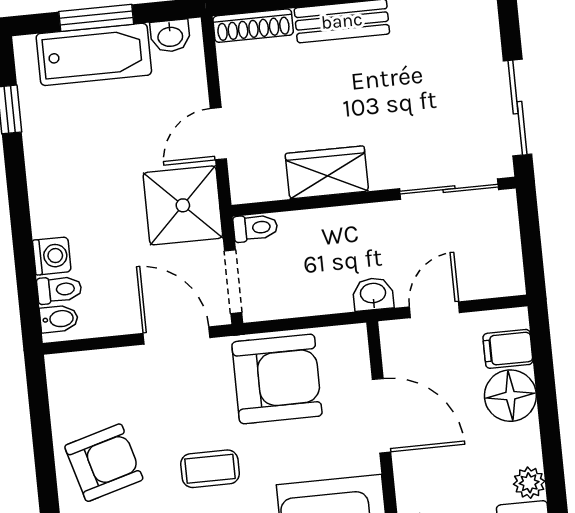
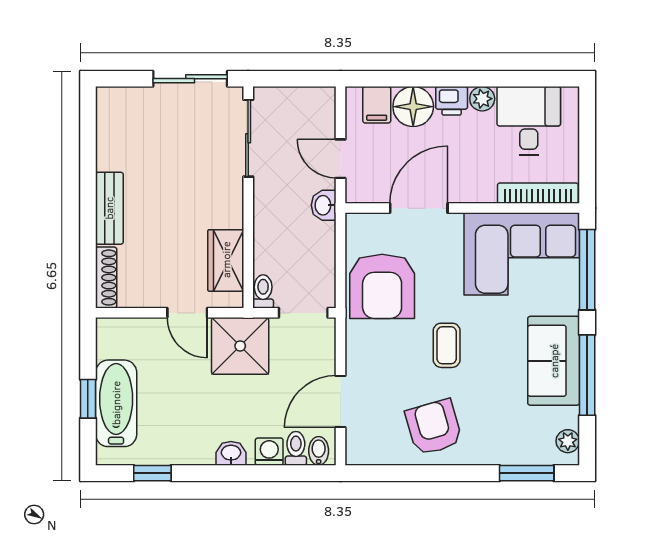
window: (96, 18) -> (88, 399), width x0.67
washbasin: (170, 36) -> (231, 453), moved, turned -90
wardrobe: (327, 172) -> (226, 260), moved
door: (176, 335) -> (341, 401), moved
armchair: (277, 379) -> (382, 286), turned 180
printer: (523, 444) -> (452, 101), added

